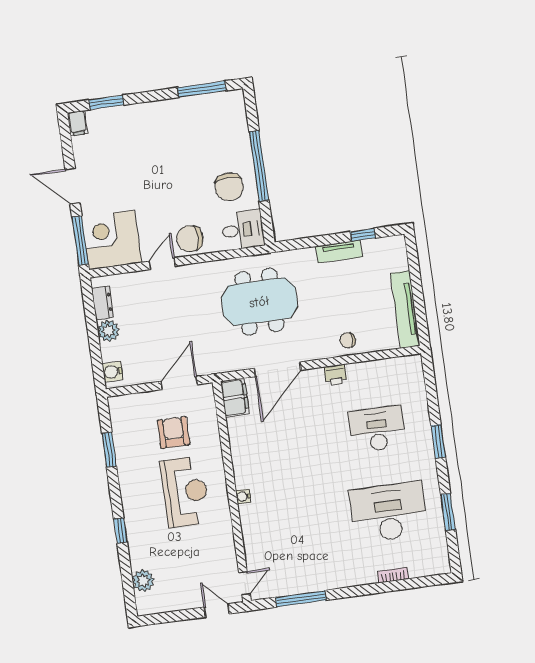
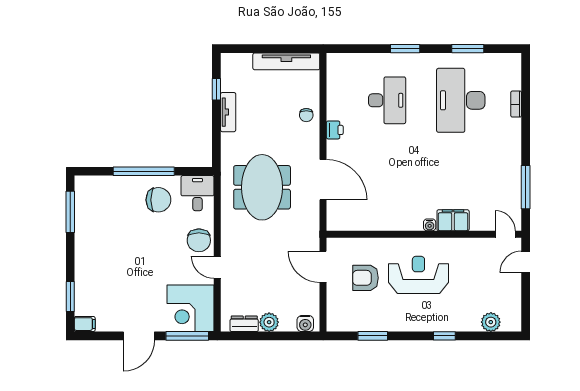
filing cabinet: (235, 397) -> (453, 220), moved
desk: (377, 429) -> (387, 100), turned 180

